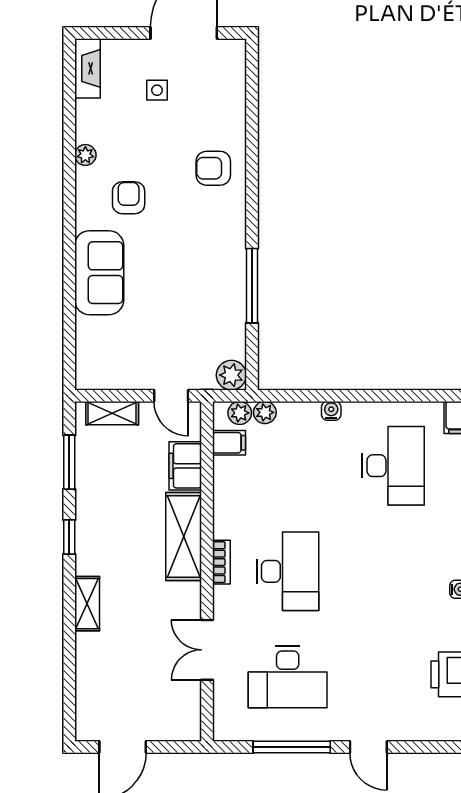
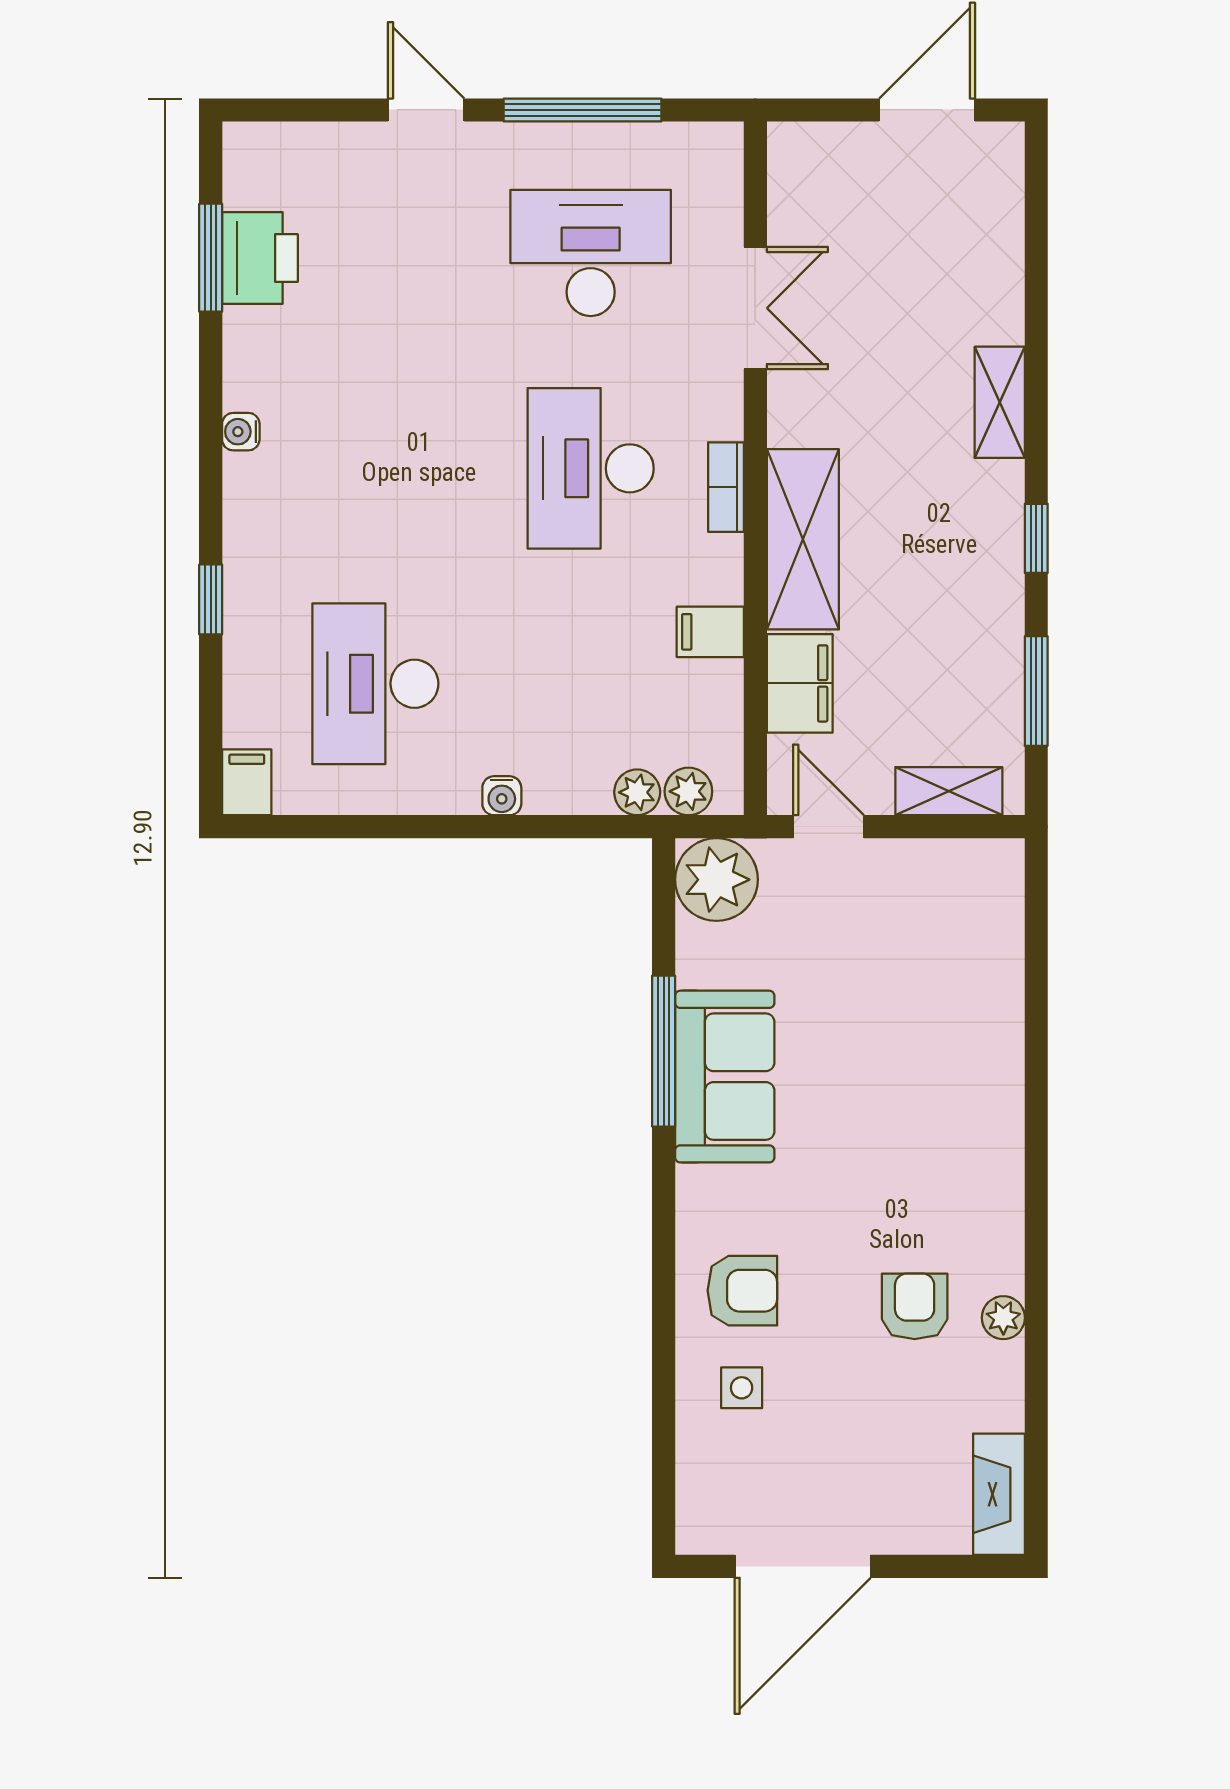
side table: (157, 90) -> (742, 1388), moved
armchair: (129, 198) -> (915, 1306), moved, turned 180
sofa: (99, 273) -> (725, 1077), moved, turned 180
plant: (231, 375) -> (716, 880), width x1.36, depth x1.36
filing cabinet: (229, 443) -> (710, 632), moved

